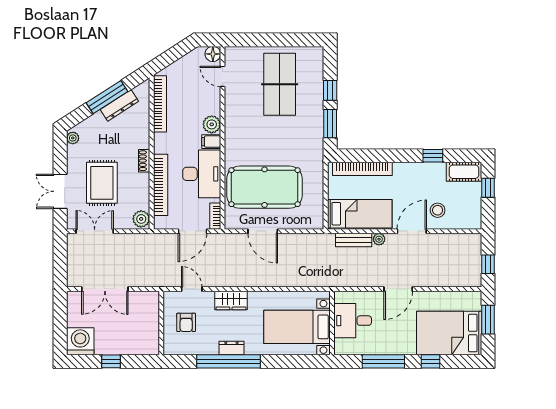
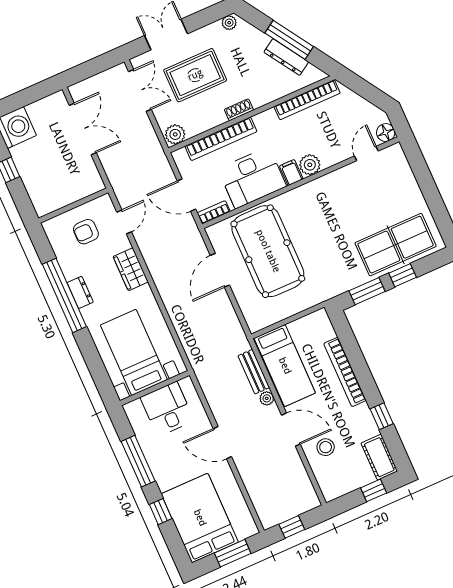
table tennis table: (280, 84) -> (396, 245), moved
bookcase: (362, 169) -> (345, 372), moved
double door: (105, 289) -> (83, 129), swing flipped

